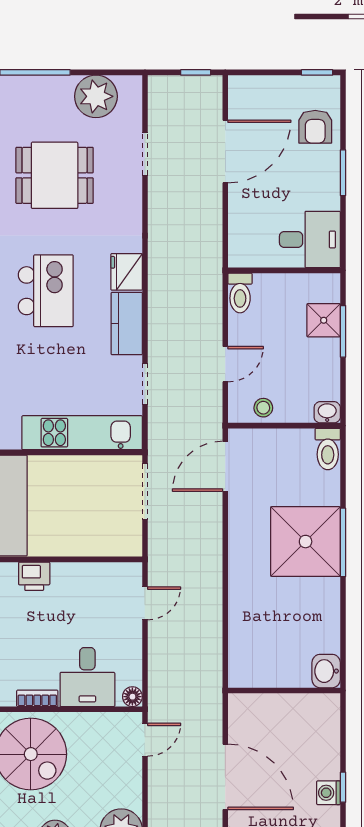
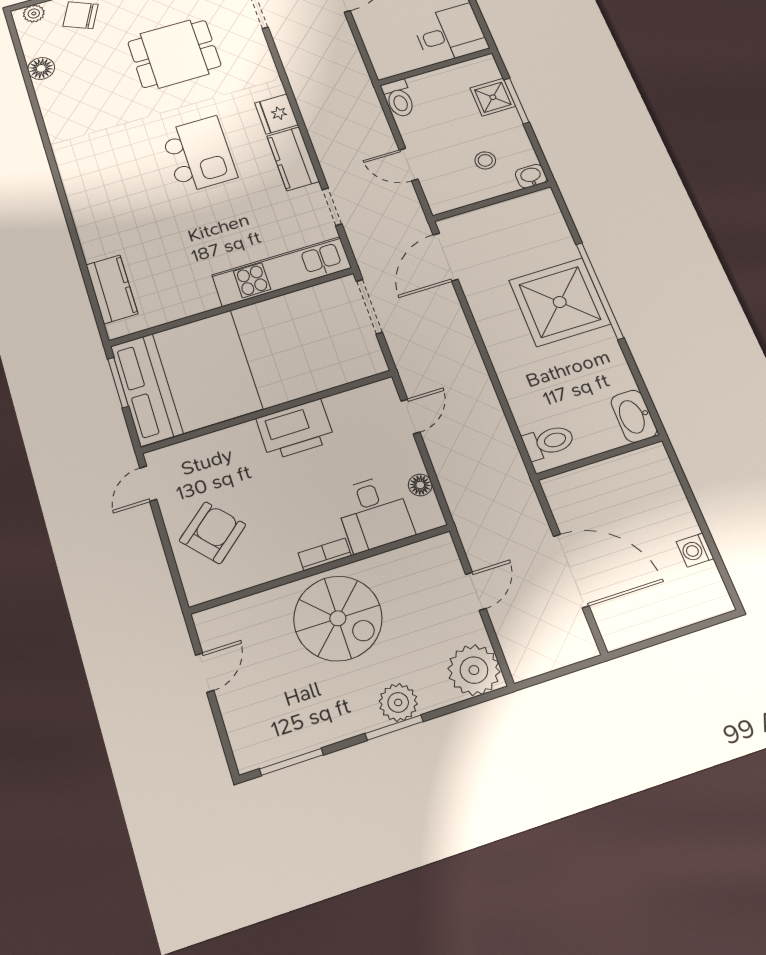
door: (225, 364) -> (409, 165), swing flipped
stool: (263, 408) -> (485, 160), moved
toilet: (328, 449) -> (549, 442), moved, turned -90
window: (343, 542) -> (600, 291), width x1.46
printer: (34, 576) -> (295, 429), width x1.87, depth x1.48
washbasin: (326, 671) -> (634, 416), width x1.38
floor lamp: (132, 697) -> (420, 485), moved
door: (145, 740) -> (476, 591), moved
window: (343, 787) -> (709, 539), removed

